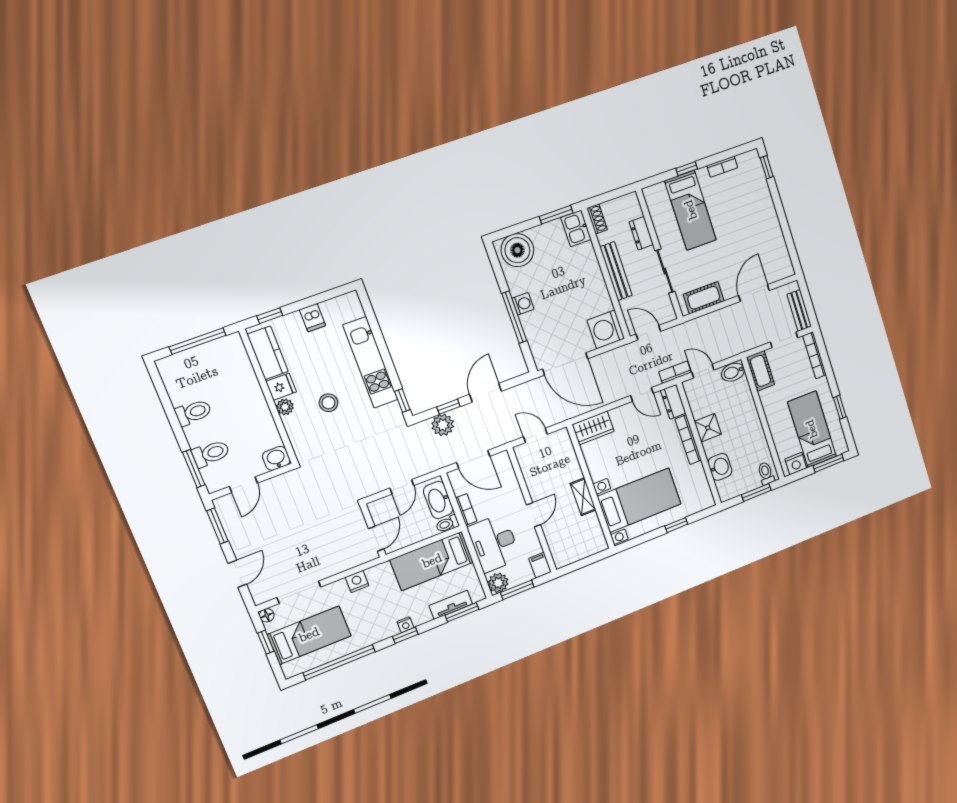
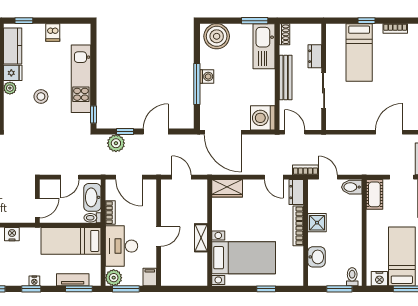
kitchen sink: (576, 228) -> (264, 46), width x1.88, depth x1.24
cot: (704, 298) -> (347, 122), removed

